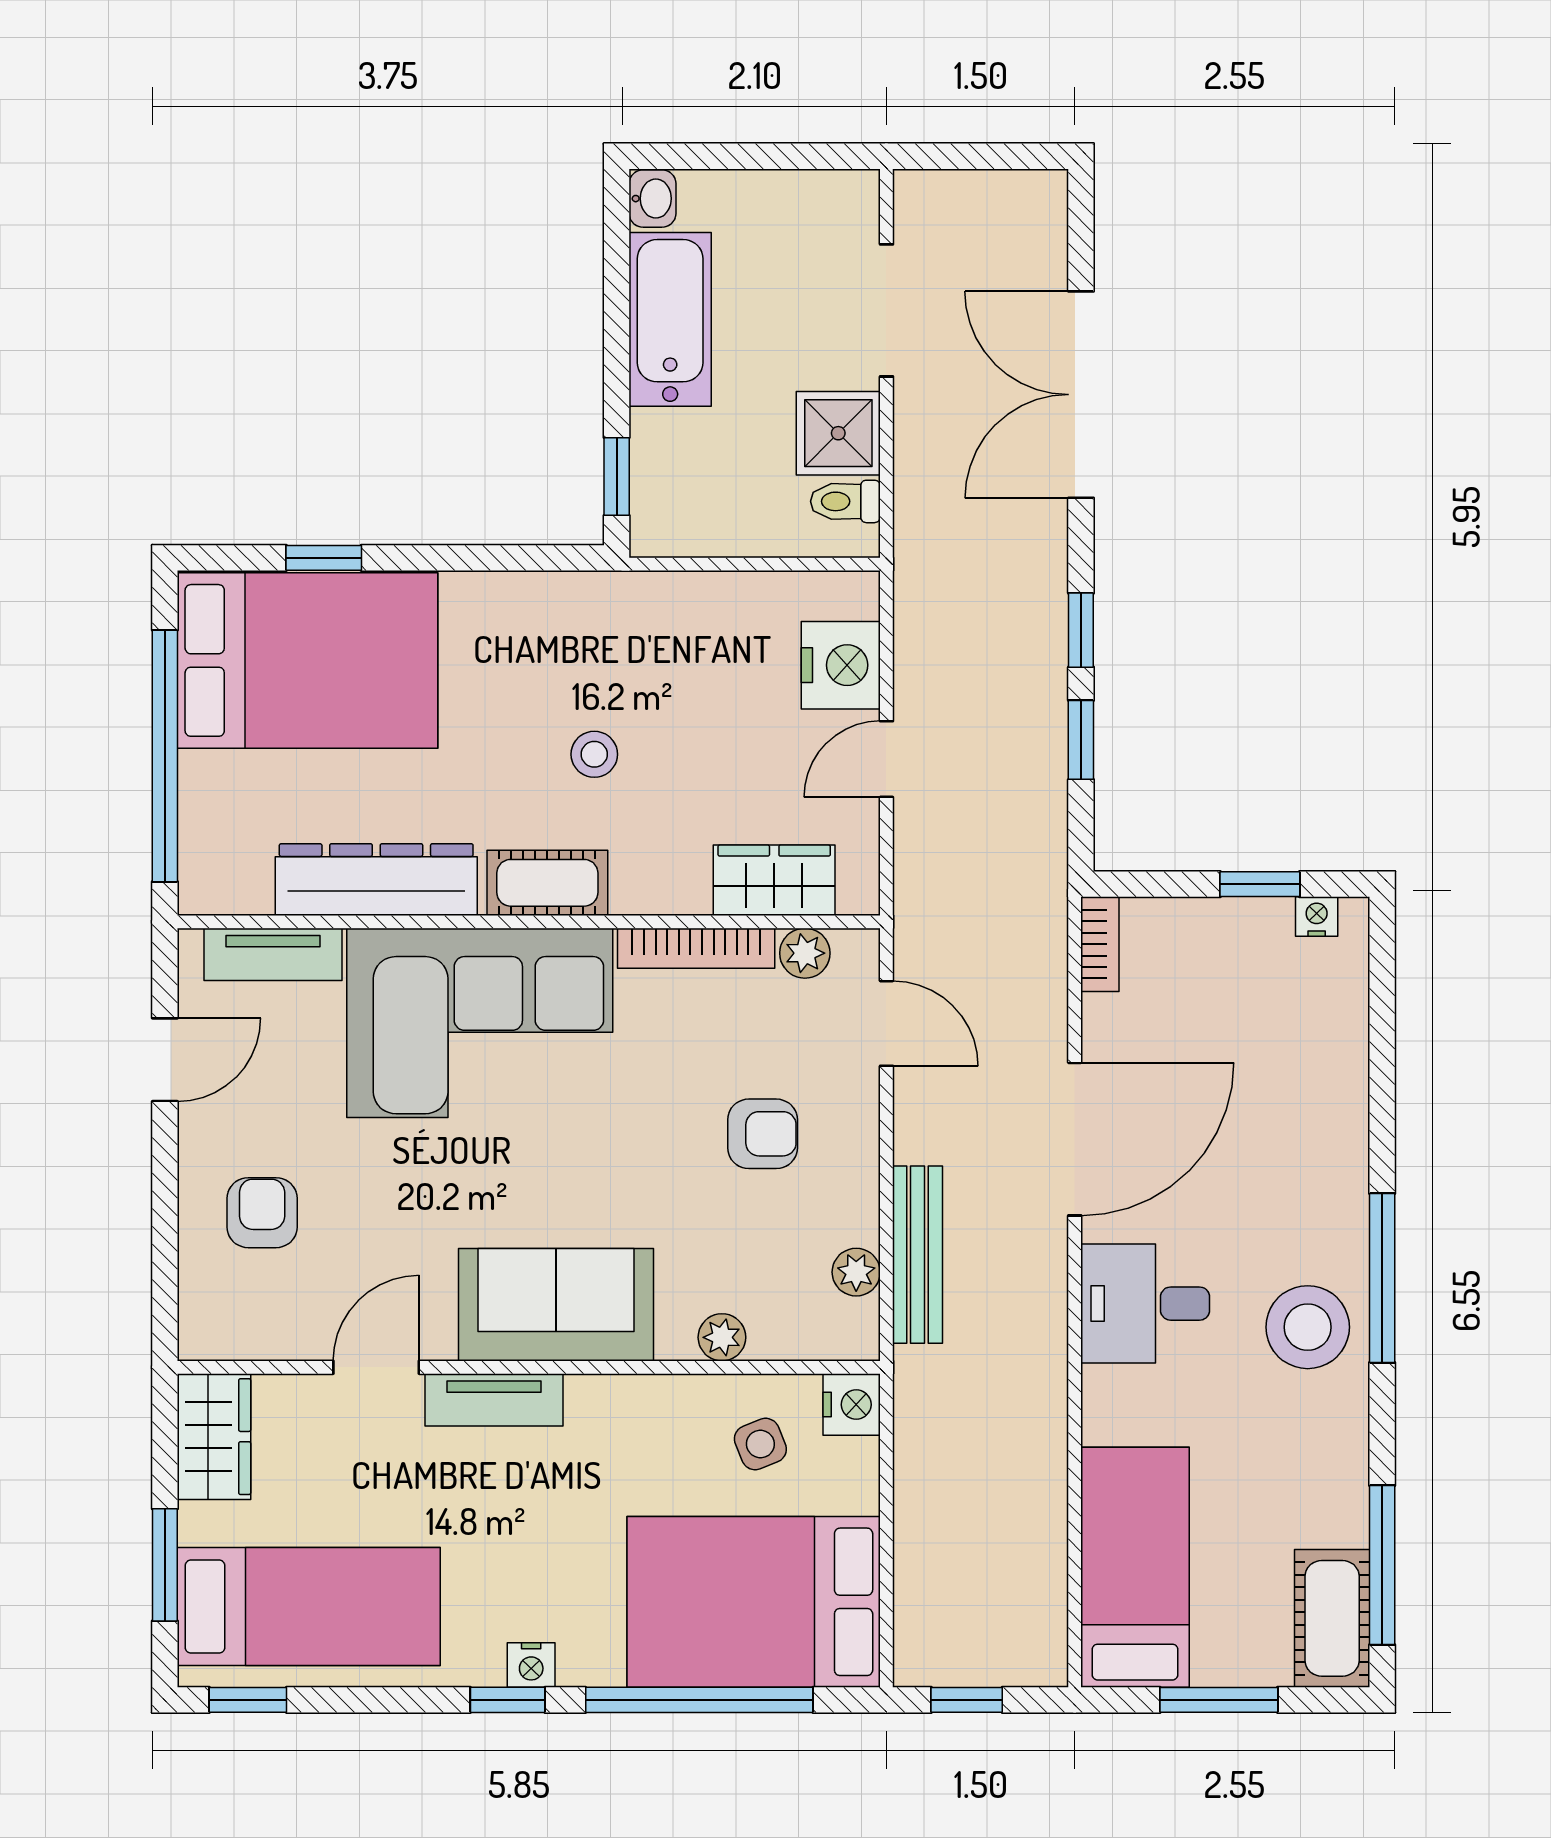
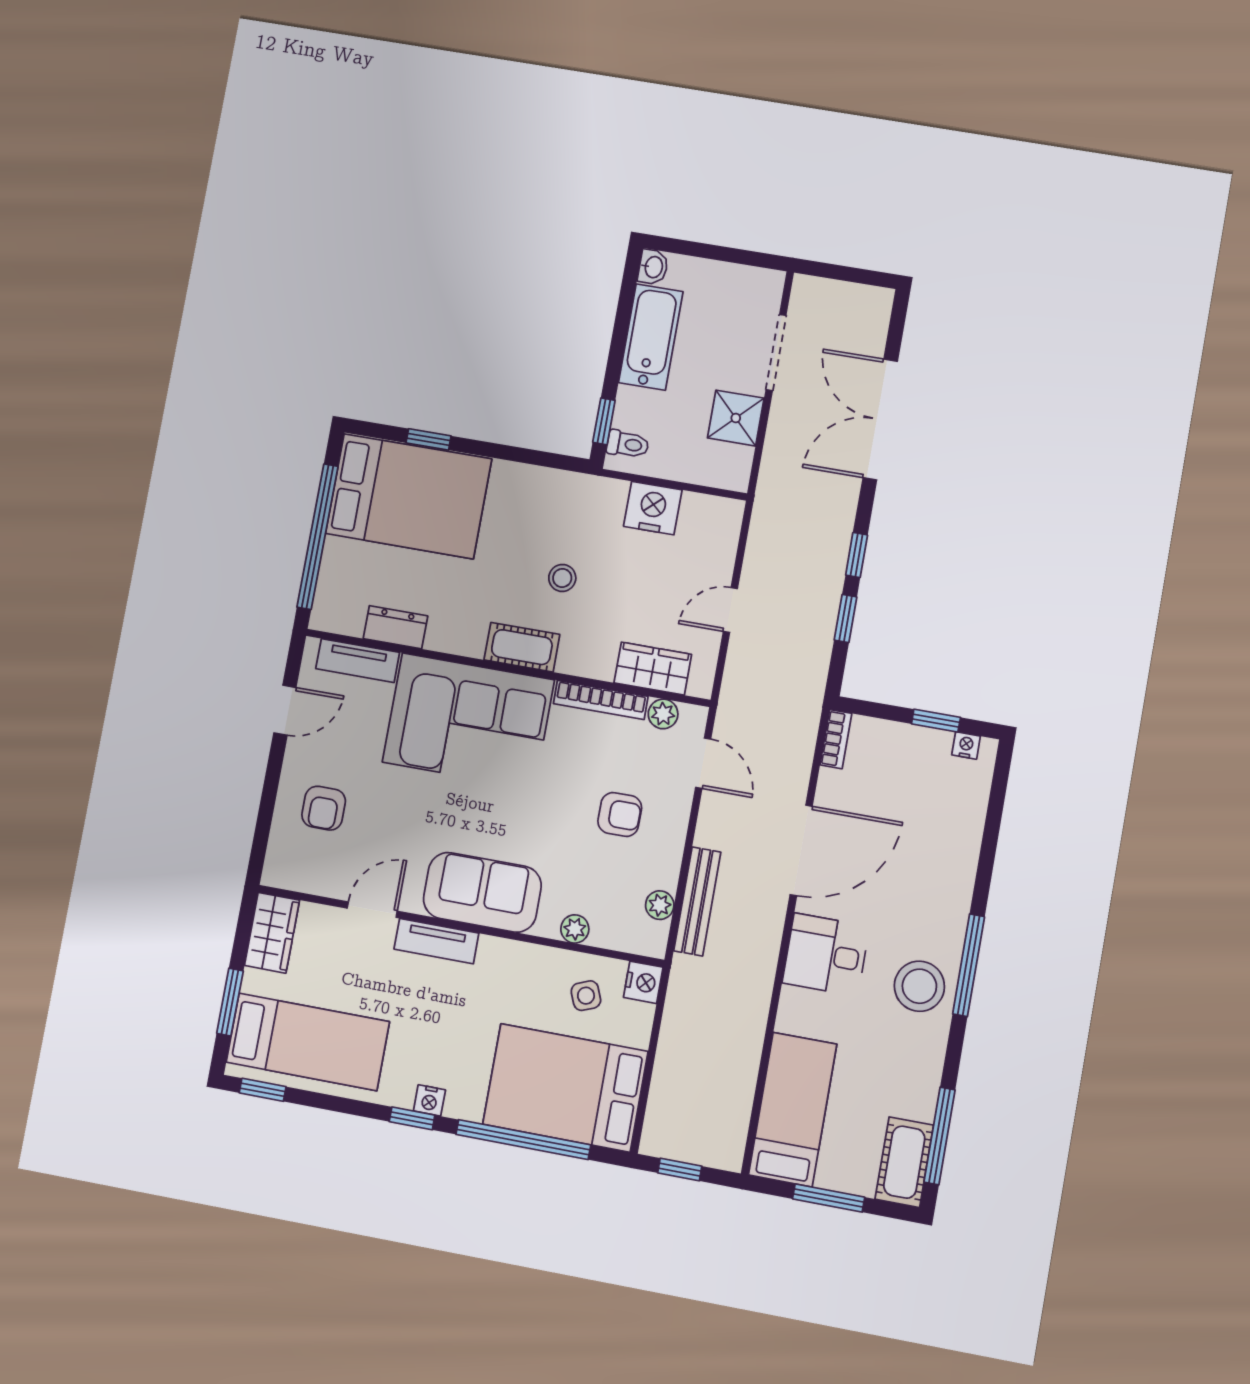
toilet: (845, 501) -> (628, 444), moved, turned 180
nightstand: (841, 665) -> (653, 508), moved, turned -90
dresser: (376, 880) -> (395, 627), width x0.51, depth x0.80
armchair: (262, 1213) -> (324, 808), turned 180

